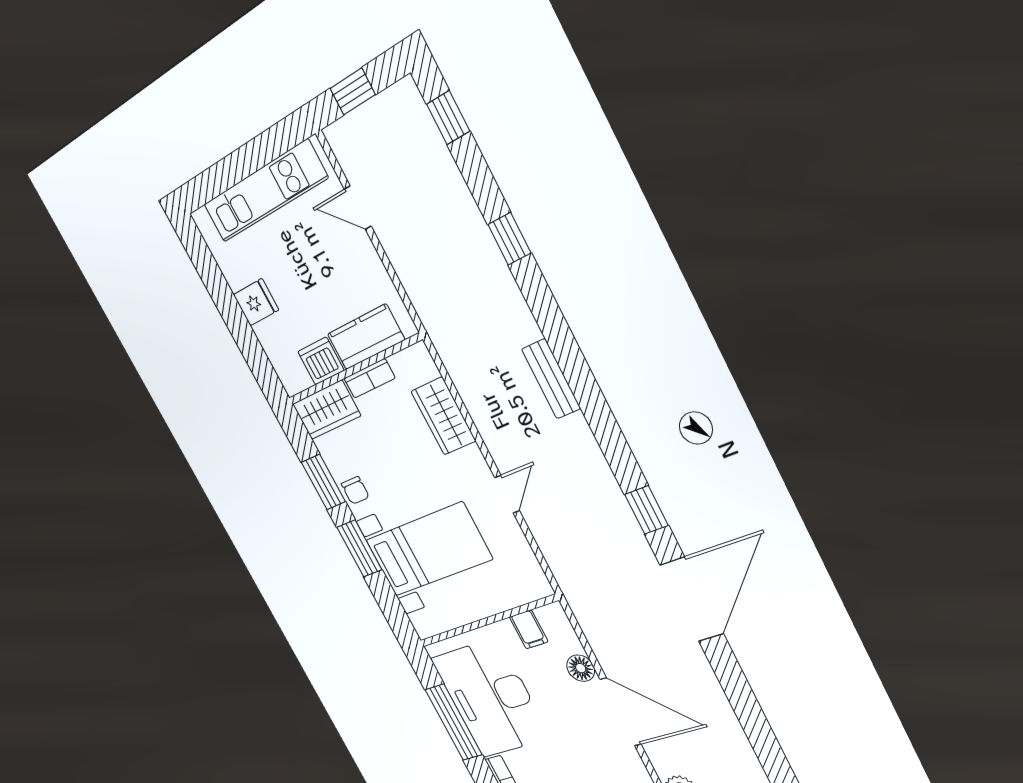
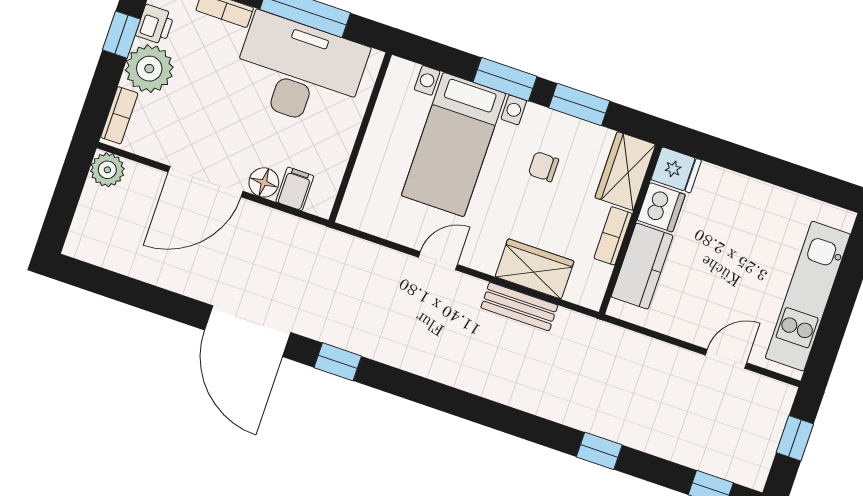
fridge: (256, 302) -> (676, 170), moved, turned -90
bench: (551, 379) -> (519, 307), moved
chair: (355, 490) -> (543, 167), moved
door: (507, 494) -> (438, 261), swing flipped
filing cabinet: (529, 629) -> (295, 189), moved, turned 90

